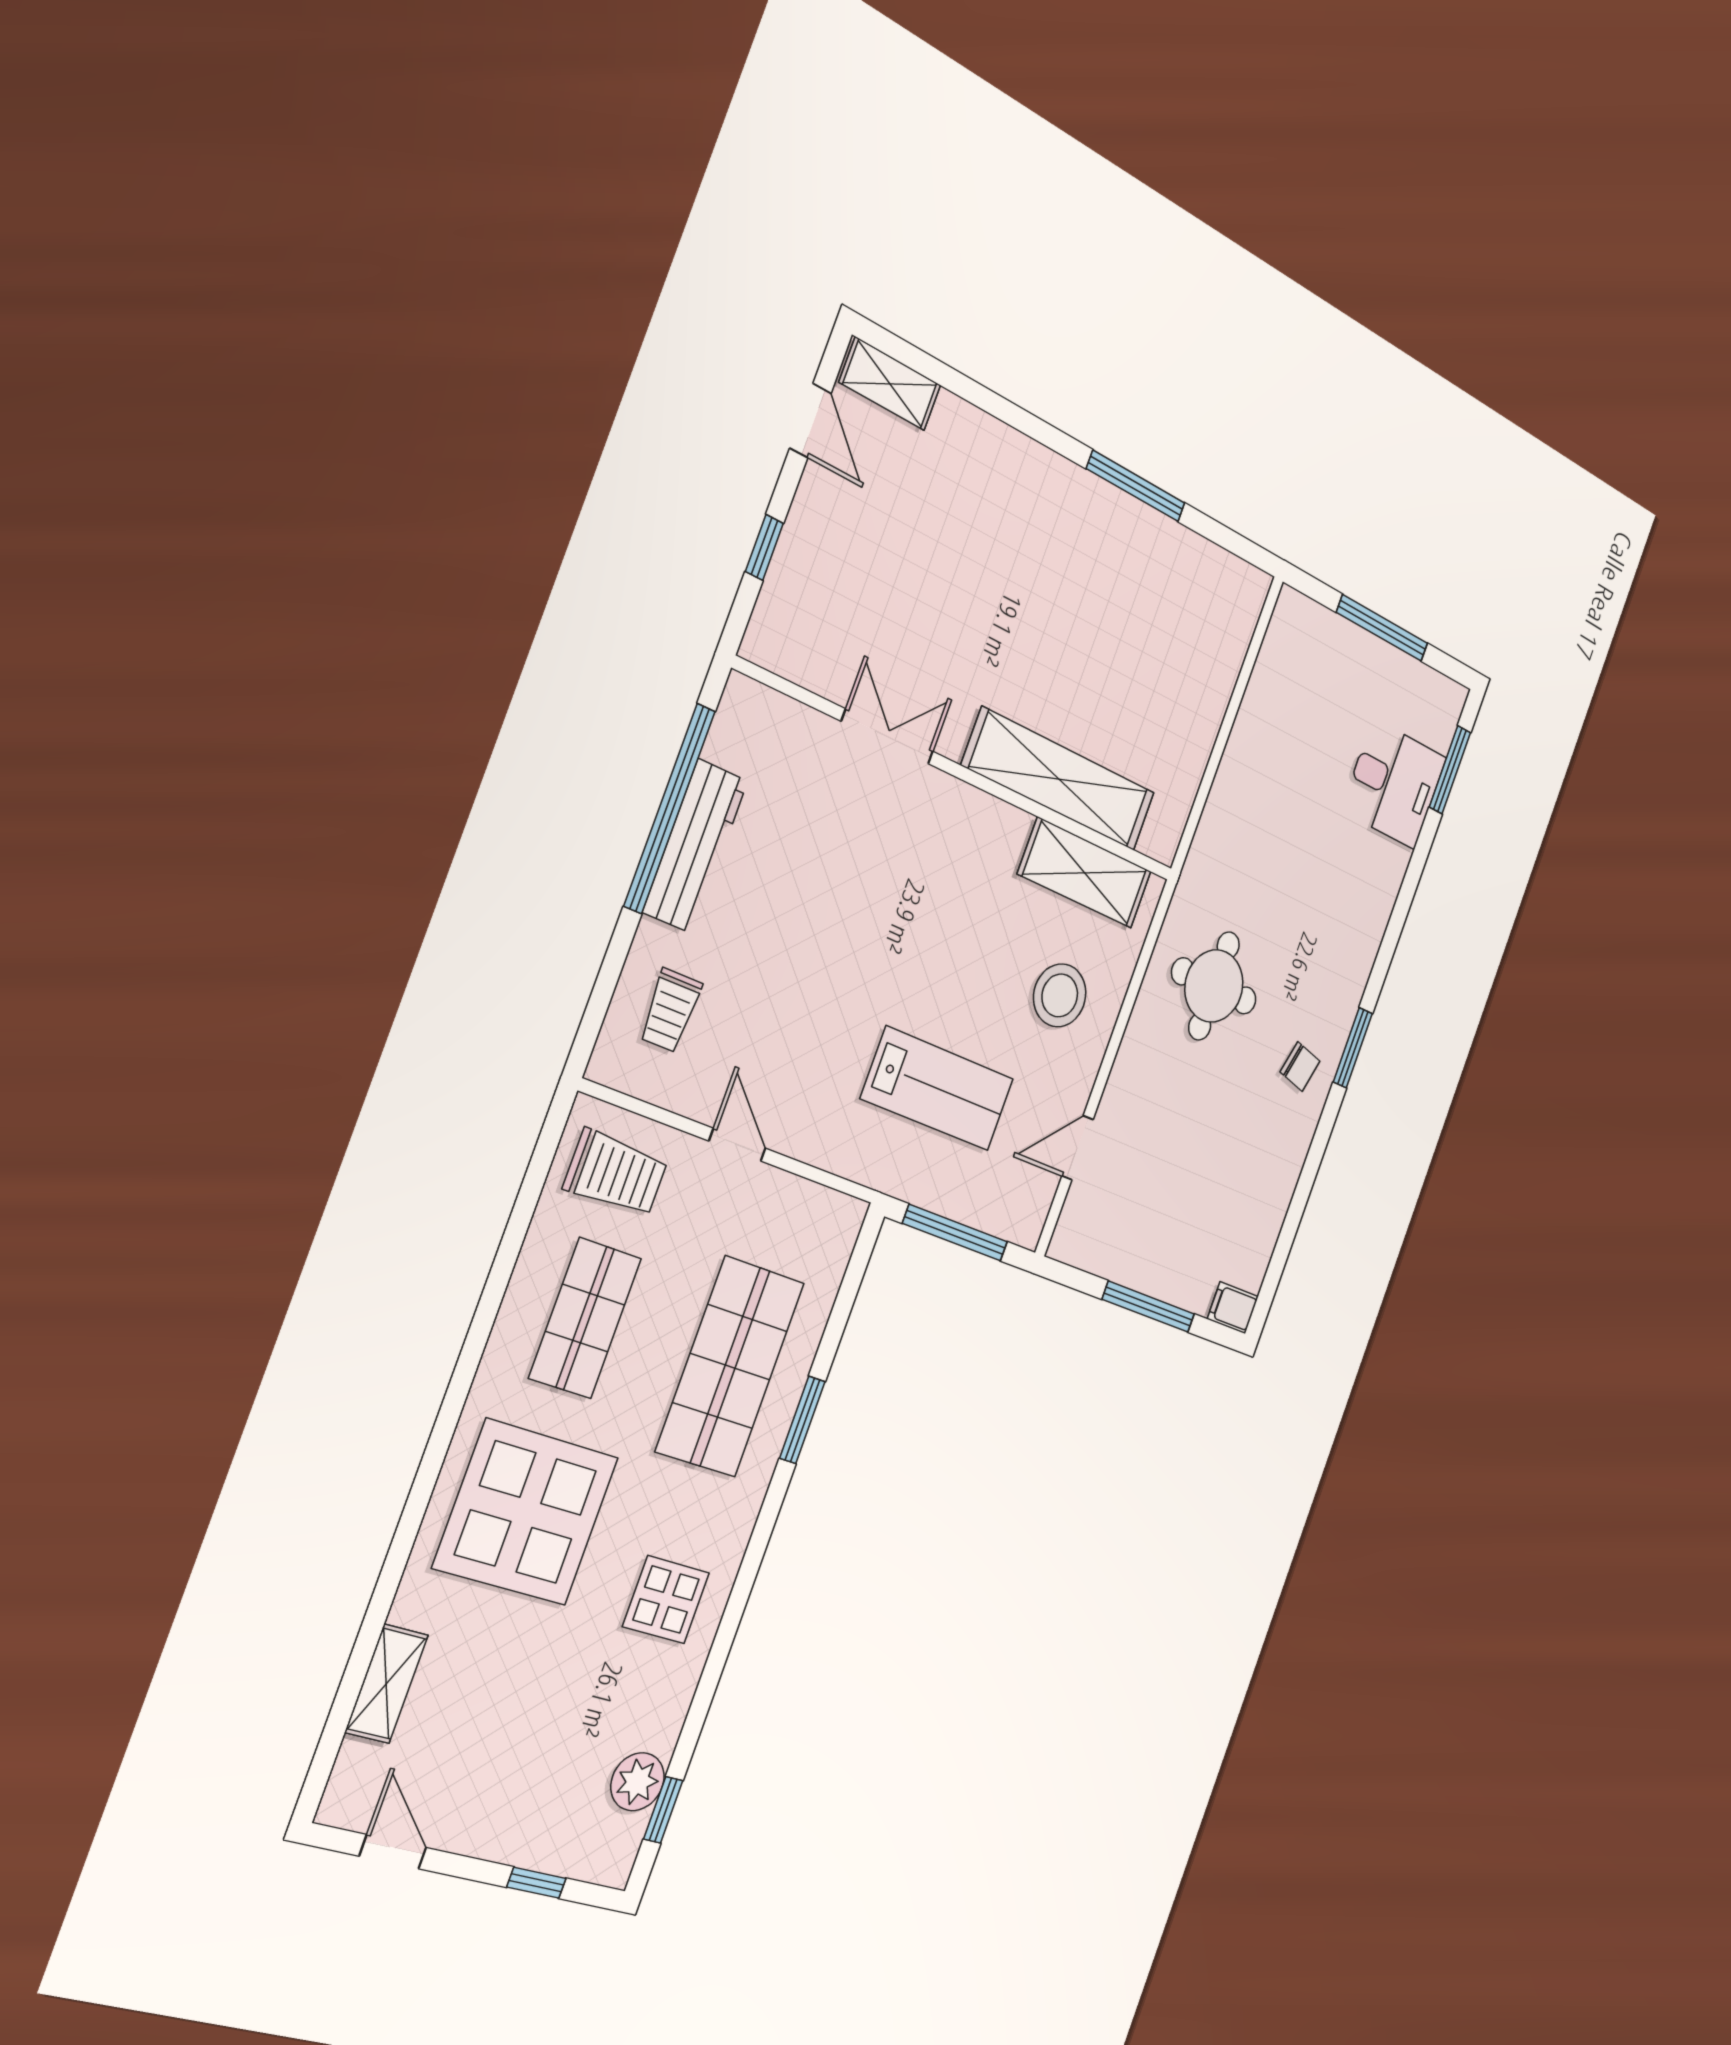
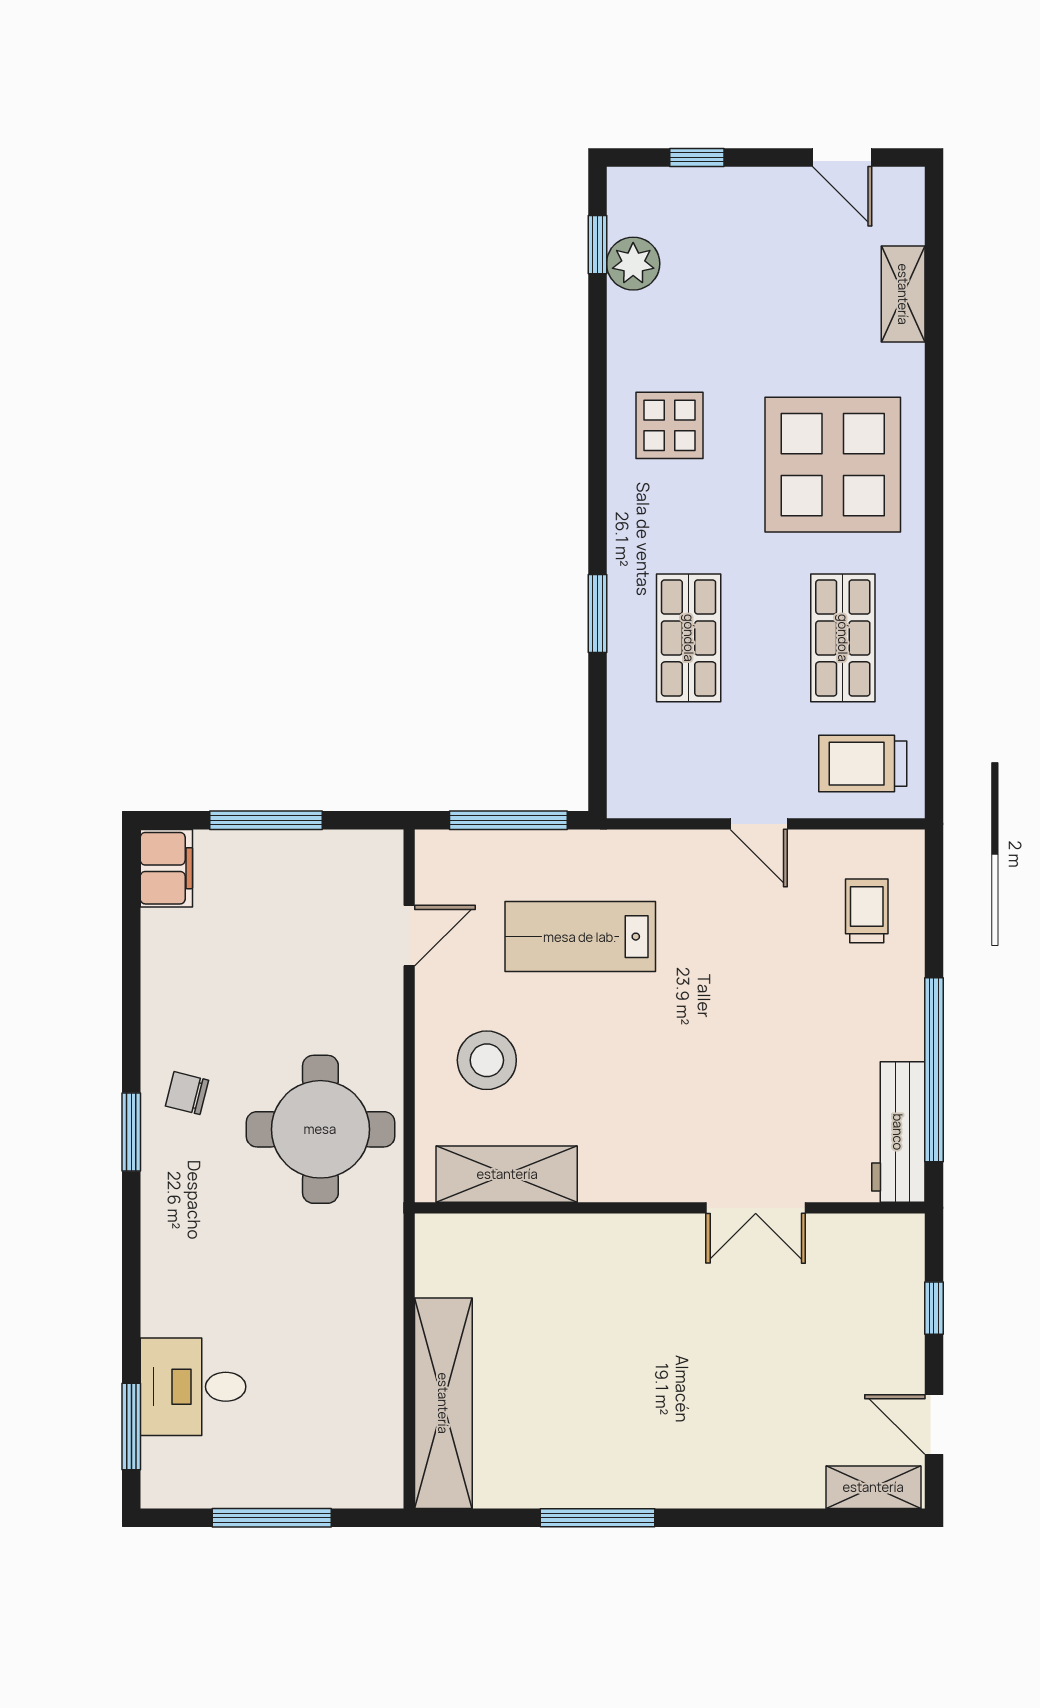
shelving: (1059, 779) -> (443, 1403), moved, turned 90
workbench: (695, 846) -> (898, 1132), moved
round table: (1214, 986) -> (320, 1129), width x1.36, depth x1.36
filing cabinet: (1233, 1308) -> (166, 868), width x2.00
shop shelf: (730, 1367) -> (689, 638), width x0.70, depth x0.74

